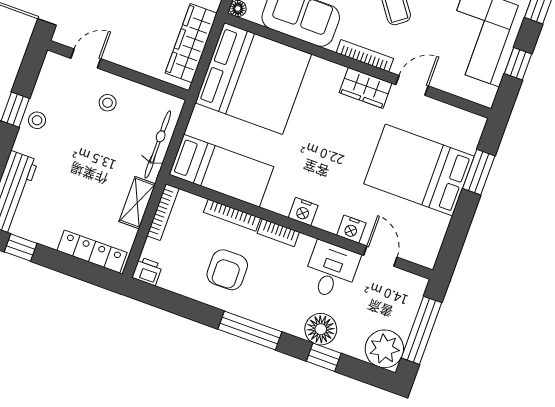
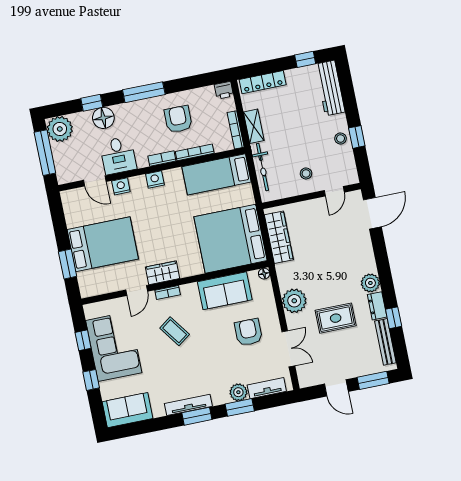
bookcase: (365, 56) -> (168, 292), width x0.64

